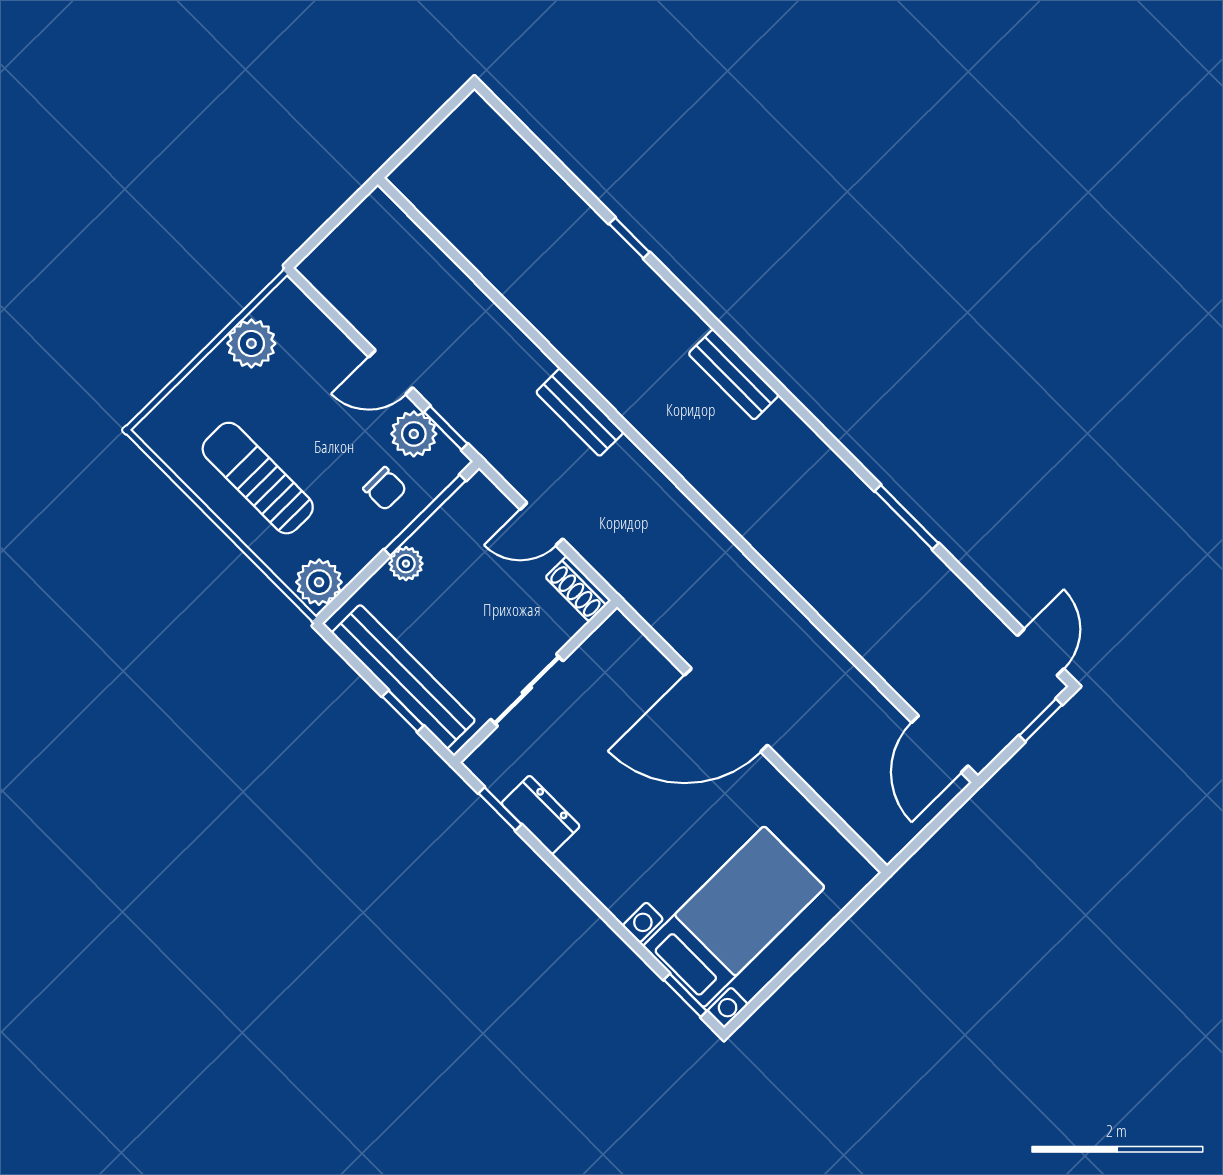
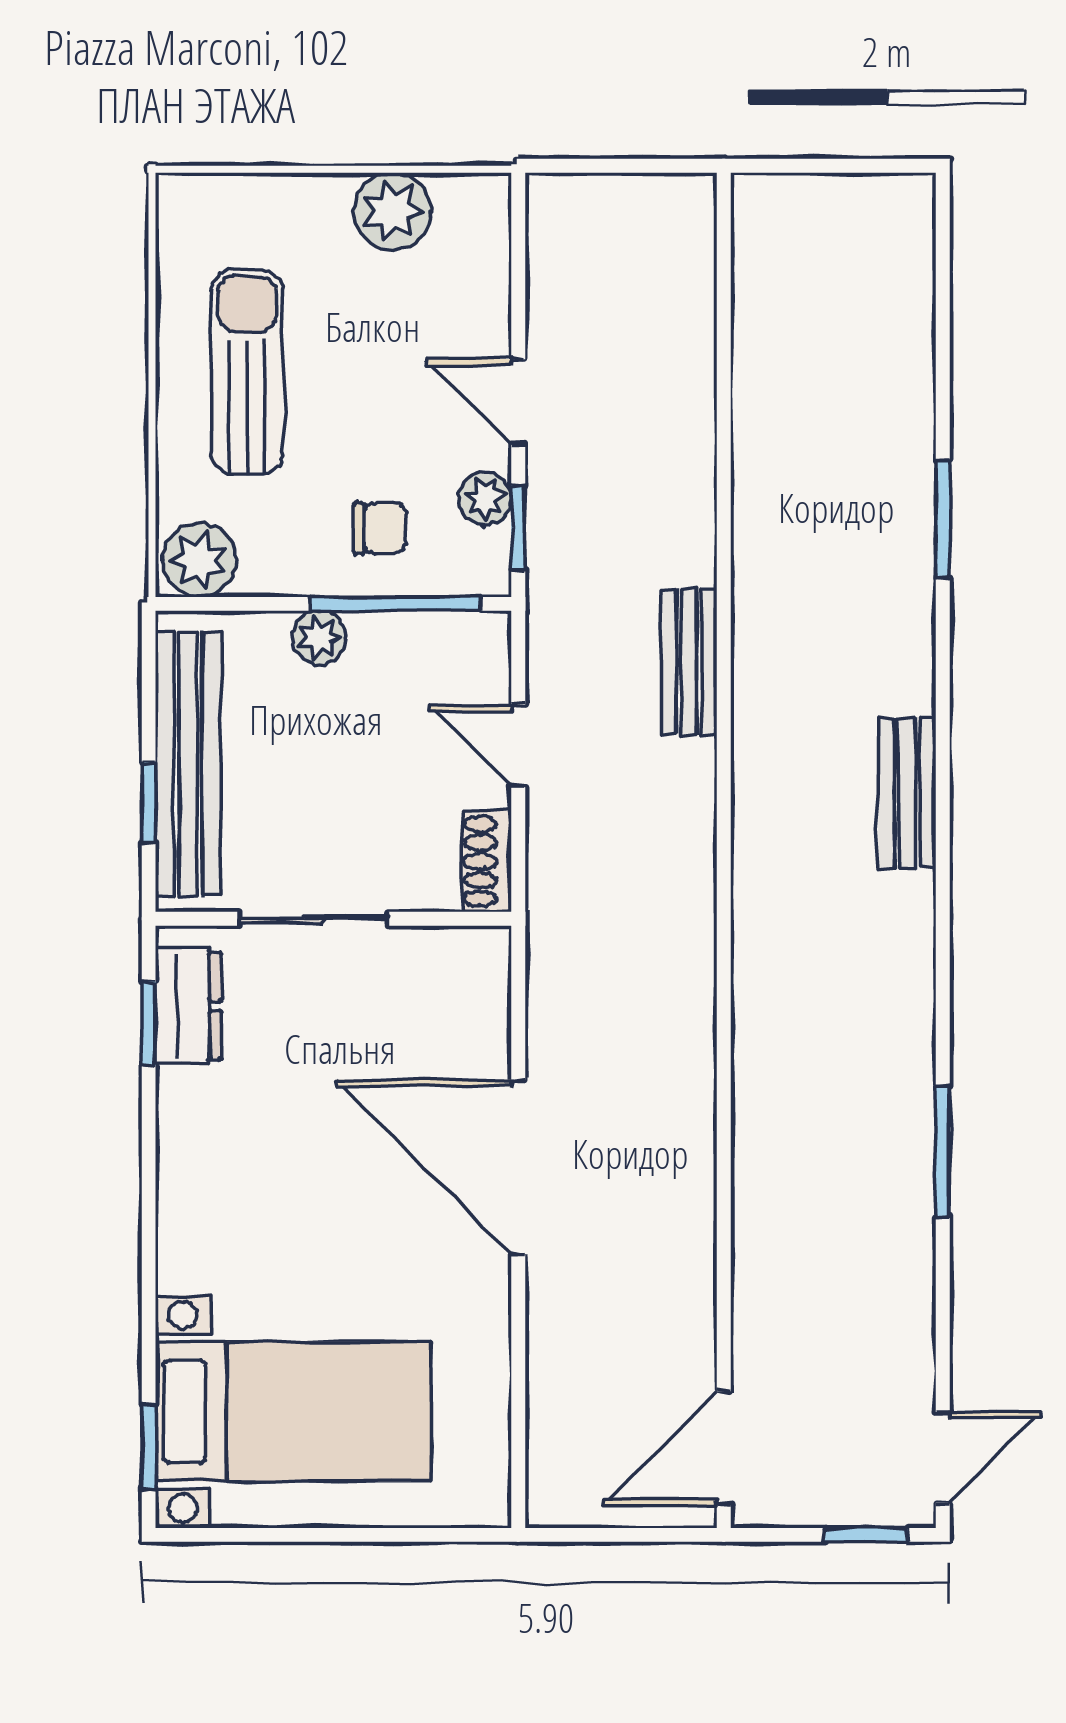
window: (629, 238) -> (943, 519), width x1.50
plant: (414, 434) -> (485, 499), width x0.73, depth x0.73
chair: (385, 489) -> (380, 528), turned -90
dresser: (541, 815) -> (188, 1006), moved

